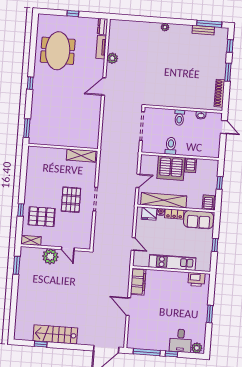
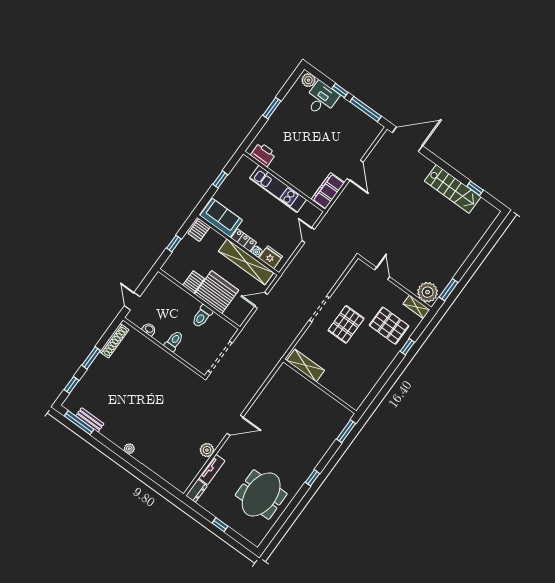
plant: (50, 256) -> (428, 292), moved

